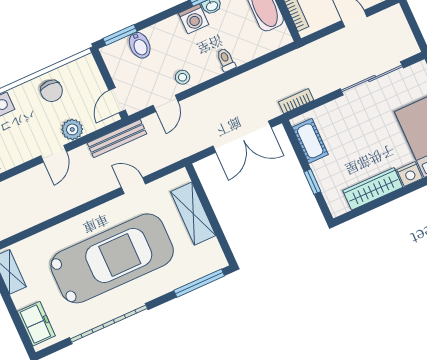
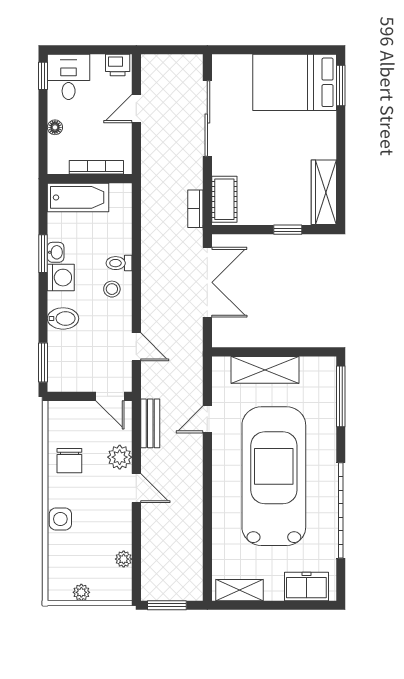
bidet: (140, 45) -> (63, 318), moved
stool: (183, 77) -> (112, 289), moved
chair: (52, 91) -> (69, 461), turned 90
bench: (117, 138) -> (150, 423), width x0.73
cot: (310, 141) -> (224, 199), moved, turned 90
nightstand: (410, 174) -> (326, 124), removed
wardrobe: (373, 189) -> (324, 192), moved

